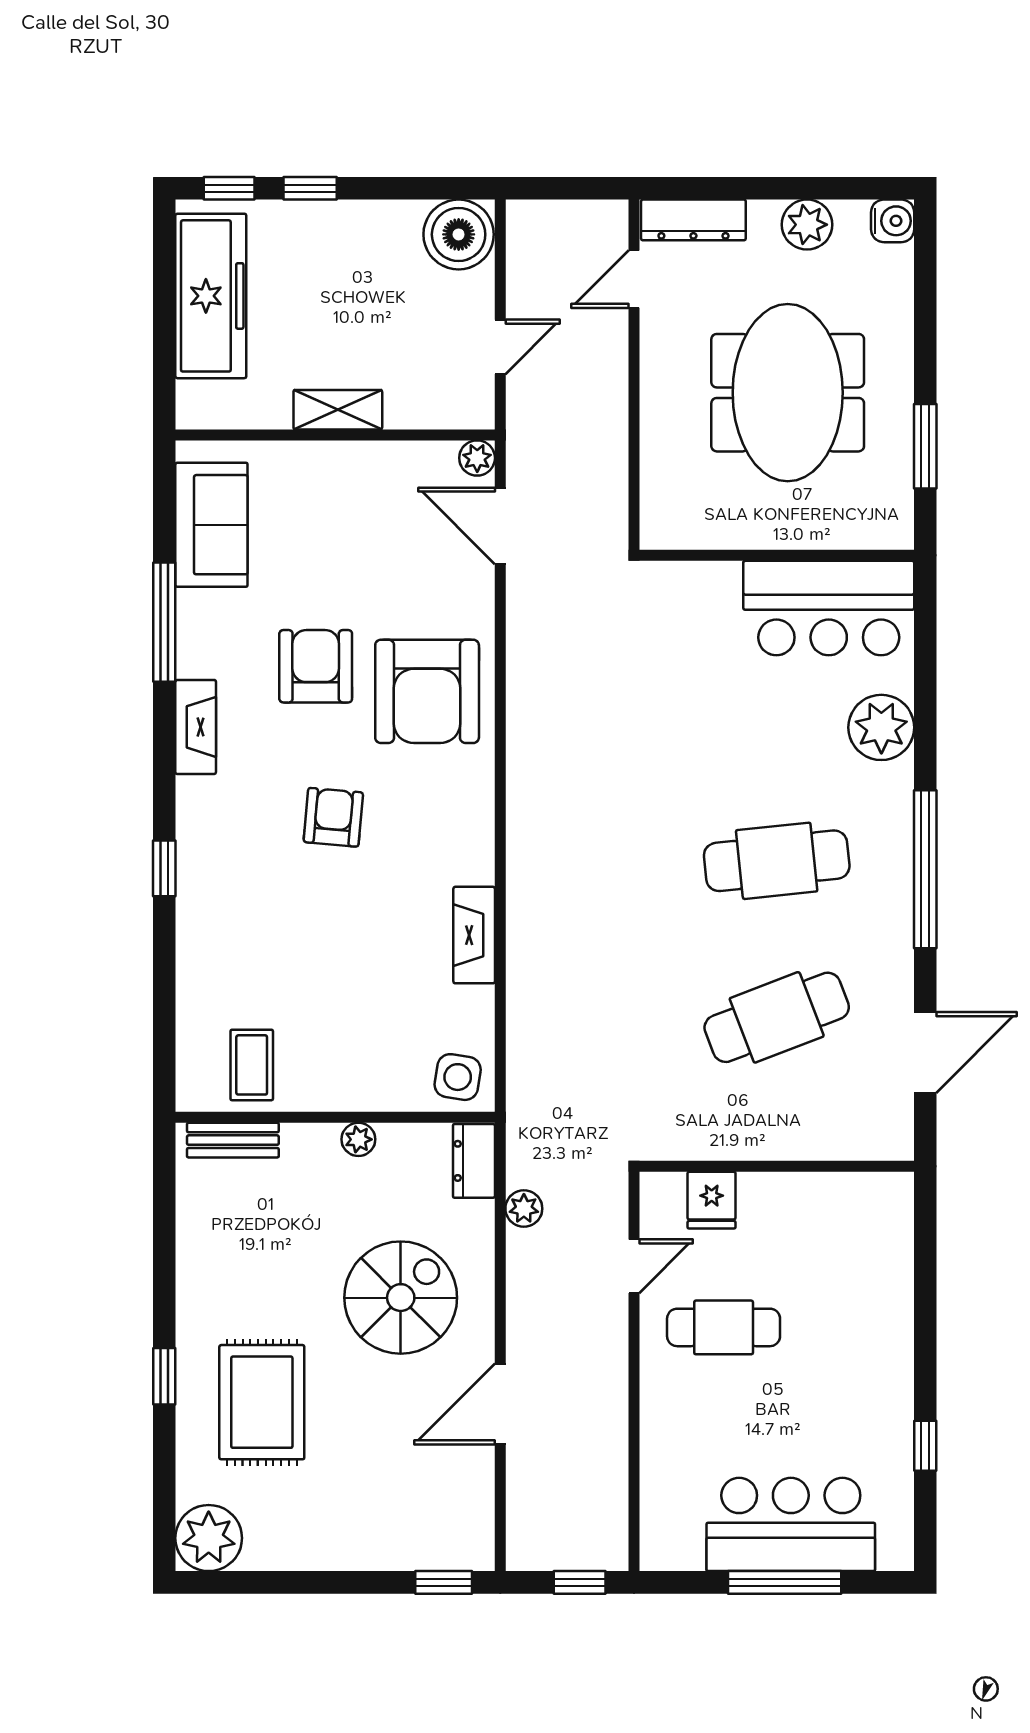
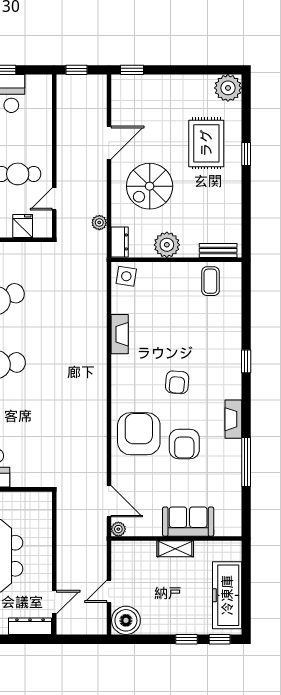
door: (500, 347) -> (109, 591), moved
sofa: (211, 525) -> (188, 522), moved, turned 90
plant: (358, 1139) -> (167, 245), width x1.88, depth x1.88

